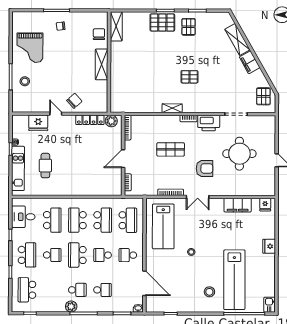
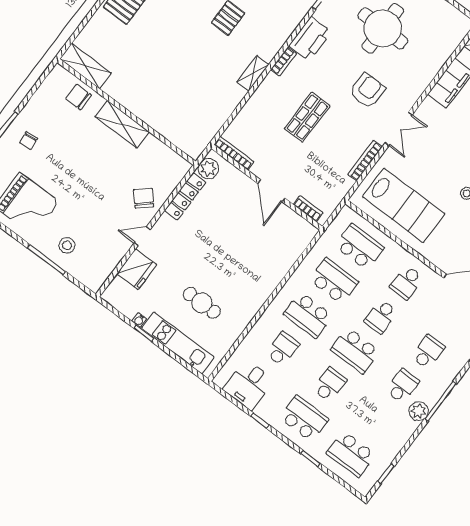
school desk: (52, 220) -> (283, 349), width x0.54

